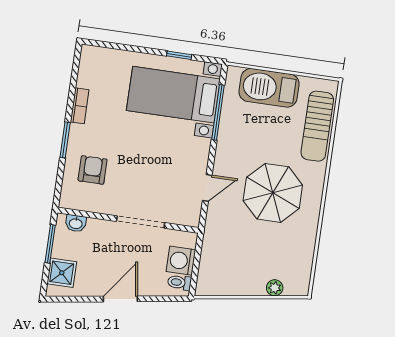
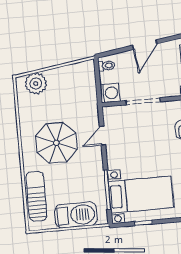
washing machine: (181, 261) -> (110, 93), moved
plant: (275, 288) -> (36, 84), width x1.88, depth x1.88

